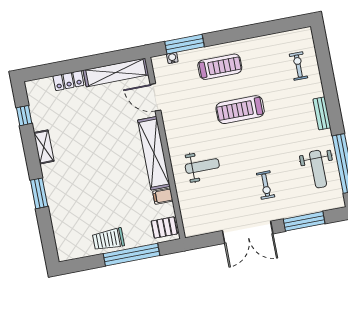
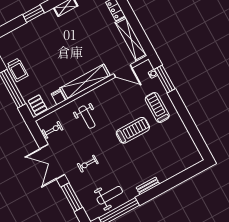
exercise bike: (298, 66) -> (53, 130), moved
treadmill: (220, 67) -> (157, 107), turned 180
door: (155, 97) -> (123, 71), swing flipped
treadmill: (240, 110) -> (133, 130), turned 90
weight bench: (318, 169) -> (110, 195), turned 180
trolley: (108, 239) -> (18, 70), turned 180

